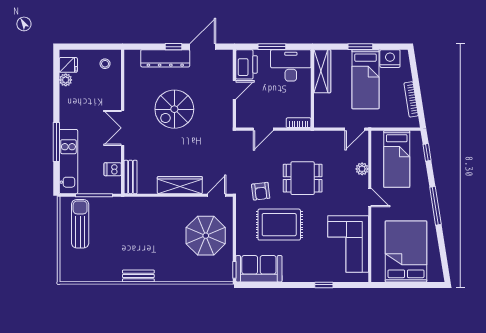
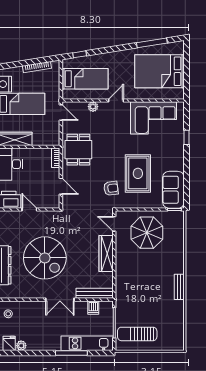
spiral stairs: (174, 109) -> (45, 258), width x1.37, depth x1.37
bench: (130, 177) -> (95, 293), width x1.36
dining table: (303, 178) -> (78, 150), moved
window: (435, 206) -> (152, 43), moved

